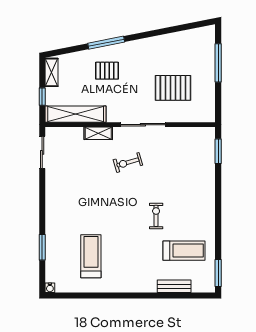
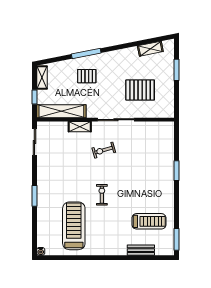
shelving: (186, 37) -> (150, 49), added
window: (218, 63) -> (177, 70), width x0.69
window: (218, 151) -> (177, 171), moved
exercise bike: (156, 216) -> (102, 195), moved
window: (42, 247) -> (34, 196), moved
treadmill: (91, 256) -> (74, 226), width x1.37, depth x1.38

